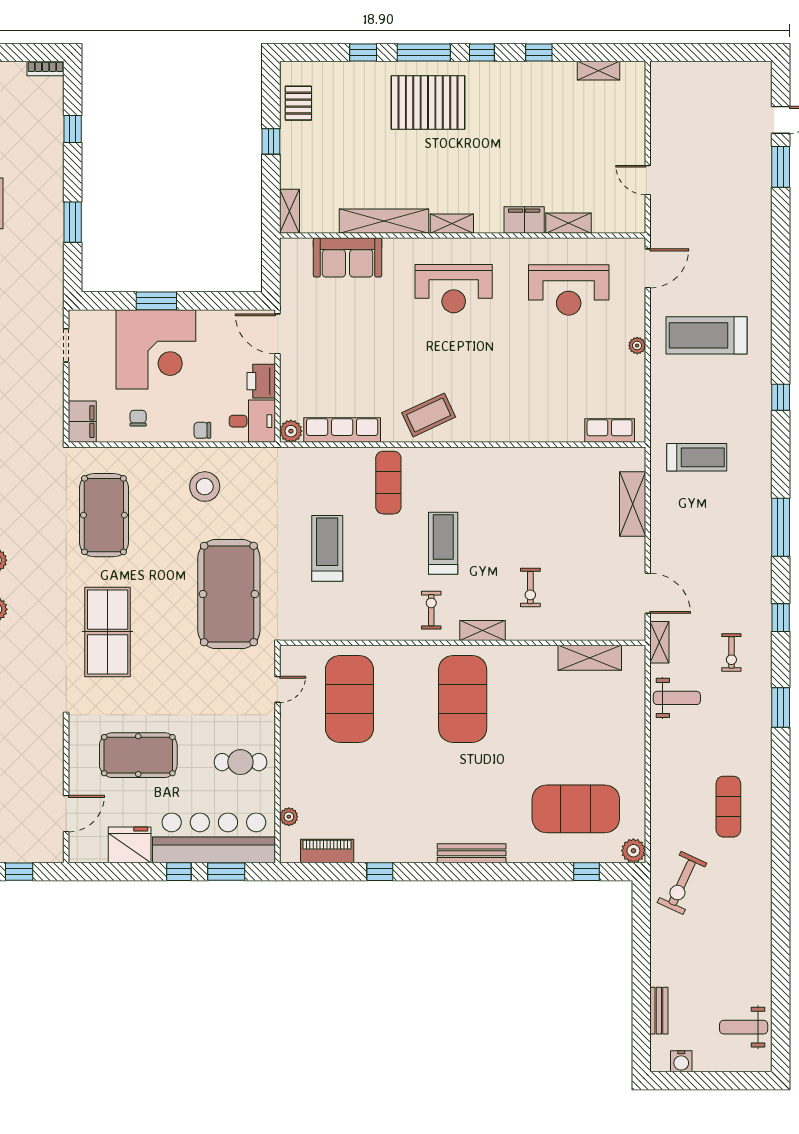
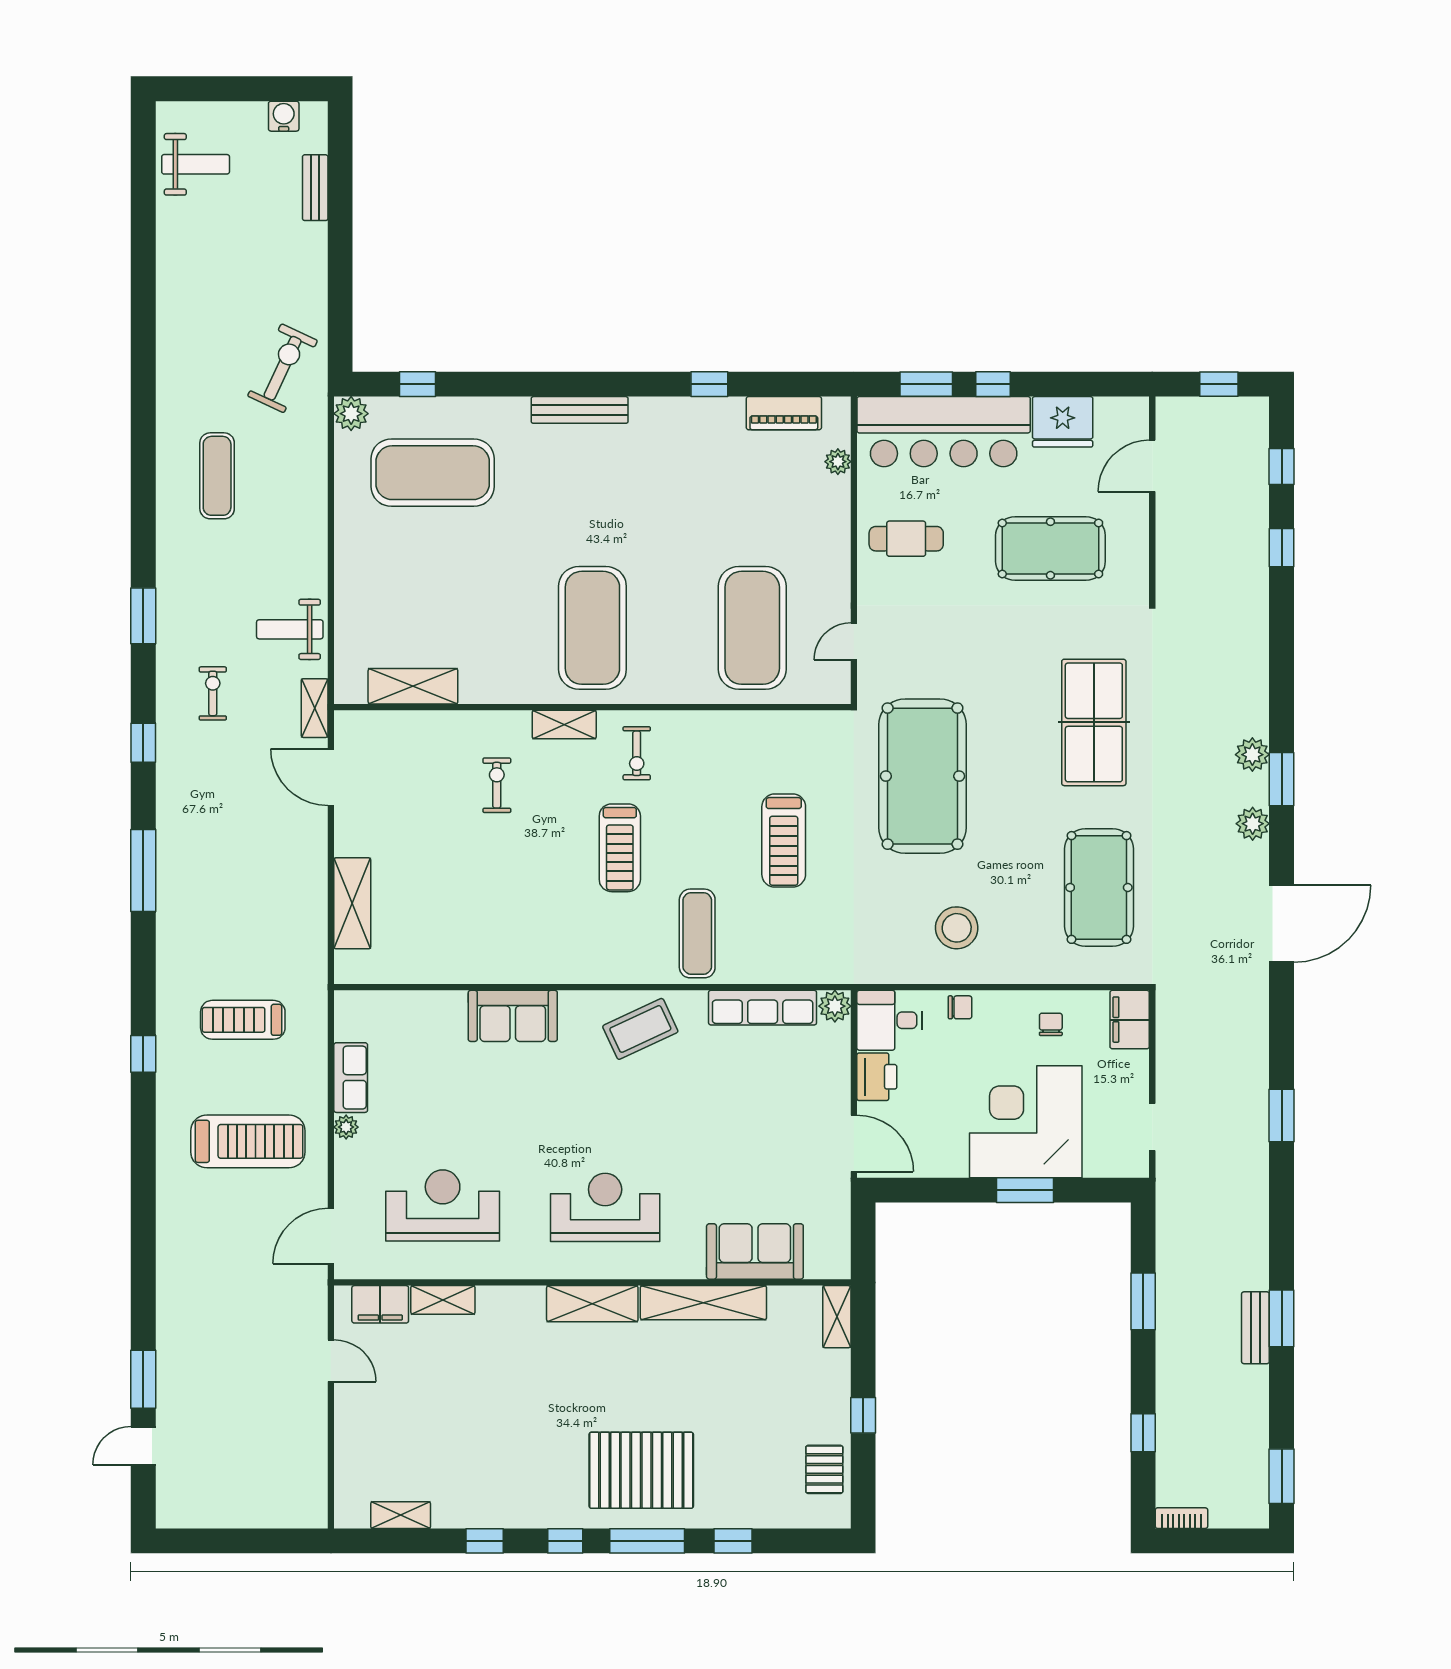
filing cabinet: (524, 220) -> (380, 1304), moved
shelving: (452, 224) -> (592, 1304), width x1.50, depth x1.33
chair: (138, 418) -> (1051, 1024), turned 180
sofa: (519, 424) -> (513, 1016), added
row of seats: (610, 431) -> (351, 1078), moved, turned -90
treadmill: (697, 457) -> (243, 1020), moved

